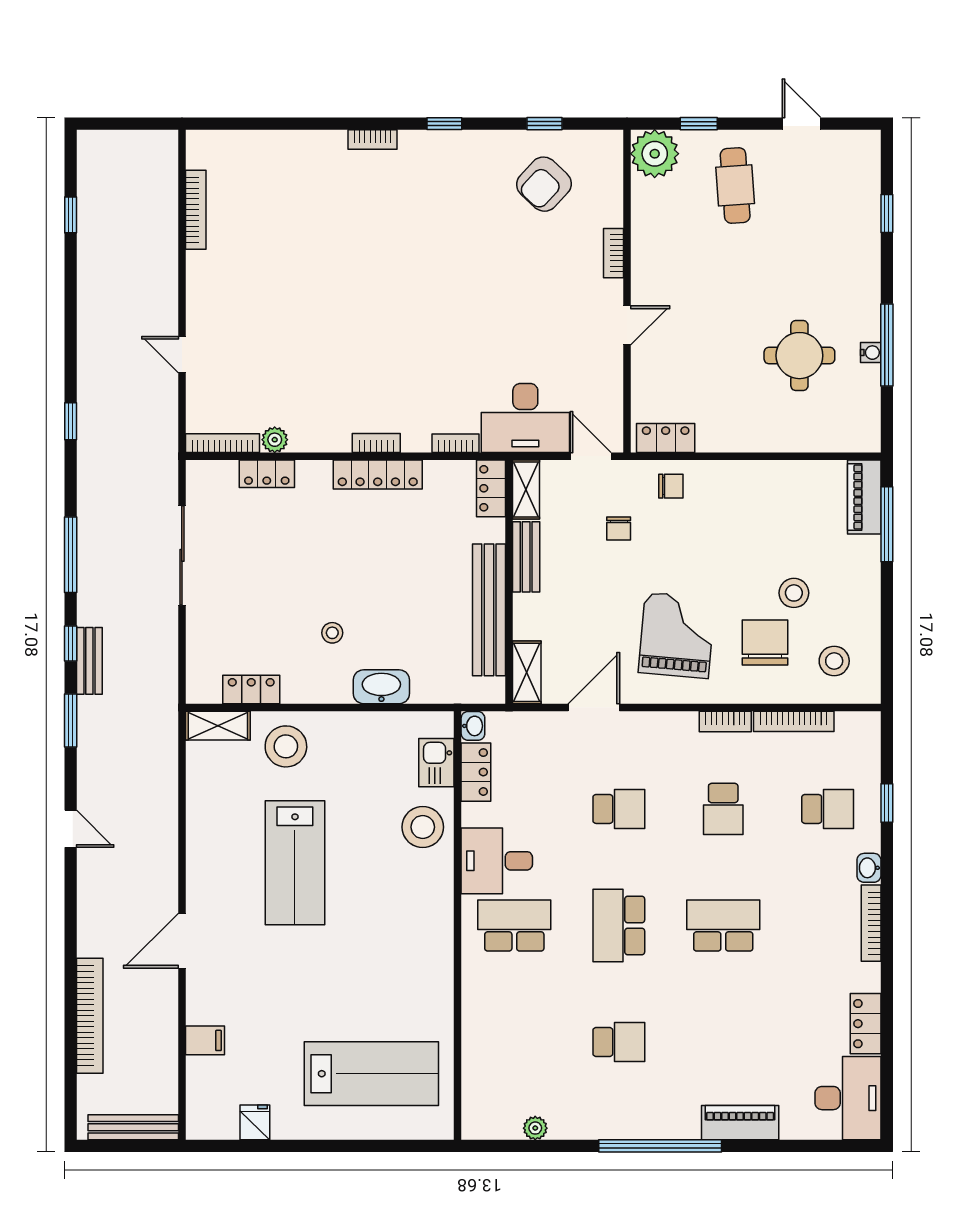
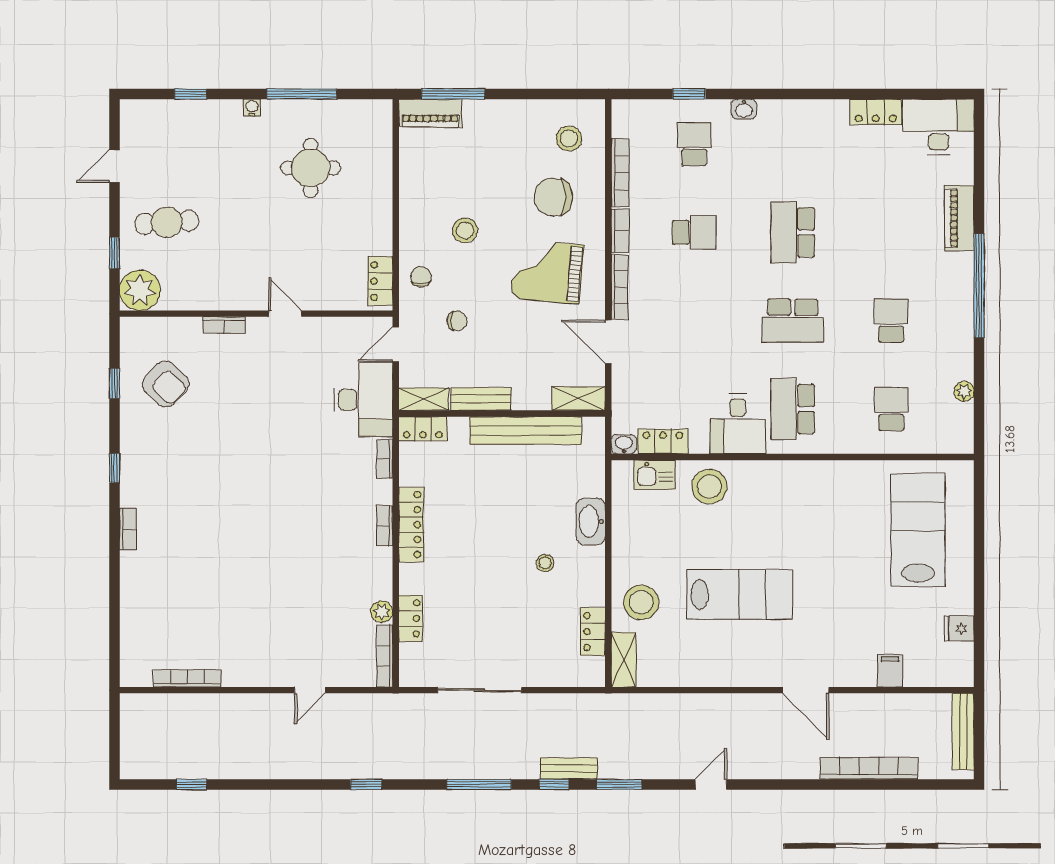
water cooler: (871, 353) -> (252, 108), moved
stool: (794, 593) -> (465, 230), moved
school desk: (619, 809) -> (891, 409), moved
bookcase: (871, 923) -> (620, 287), moved, turned -90

